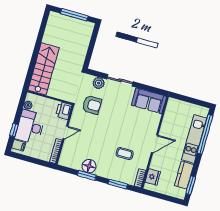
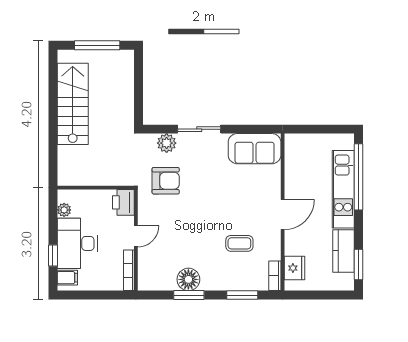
stairs: (44, 69) -> (73, 104), moved

